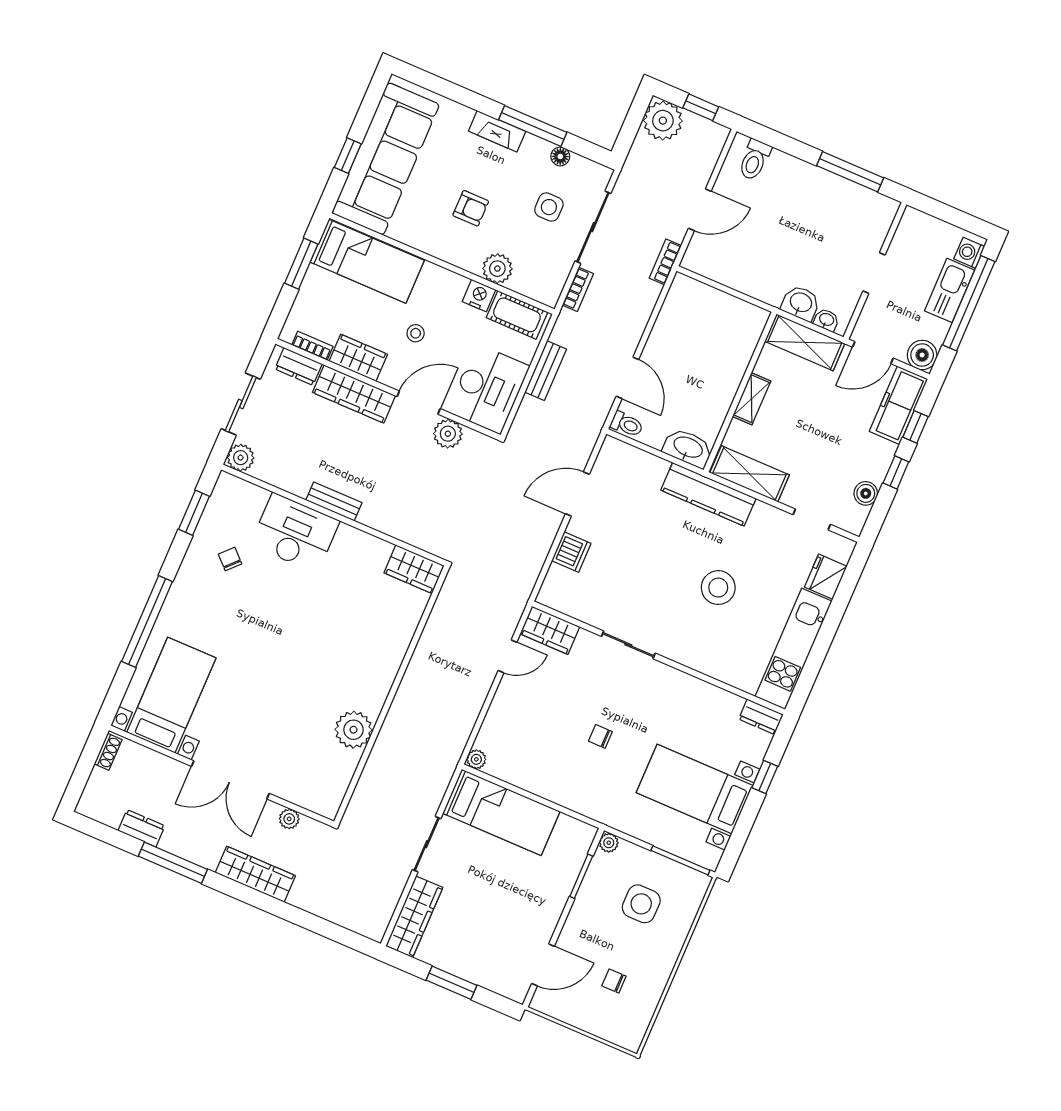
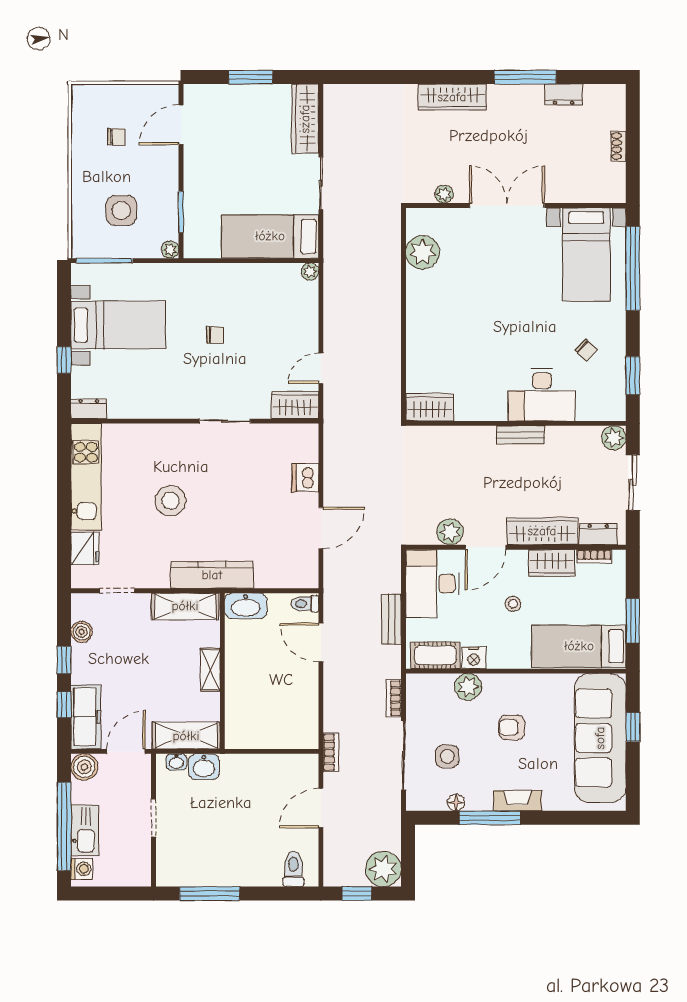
bed with nightstands: (171, 695) -> (586, 255), moved
wall: (221, 776) -> (516, 206), moved
double door: (230, 780) -> (507, 206), moved
plant: (289, 819) -> (444, 194), moved

